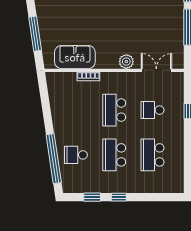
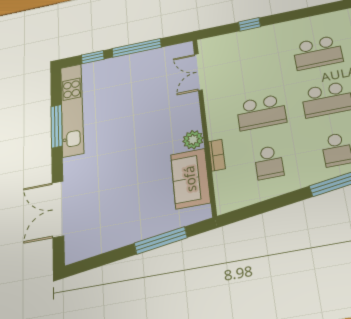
plant: (126, 62) -> (193, 140), moved
school desk: (152, 110) -> (269, 162), moved

